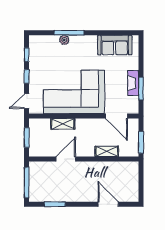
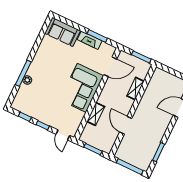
sofa: (115, 45) -> (63, 32), moved, turned 90
corner sofa: (74, 92) -> (82, 88), width x0.73, depth x0.74

